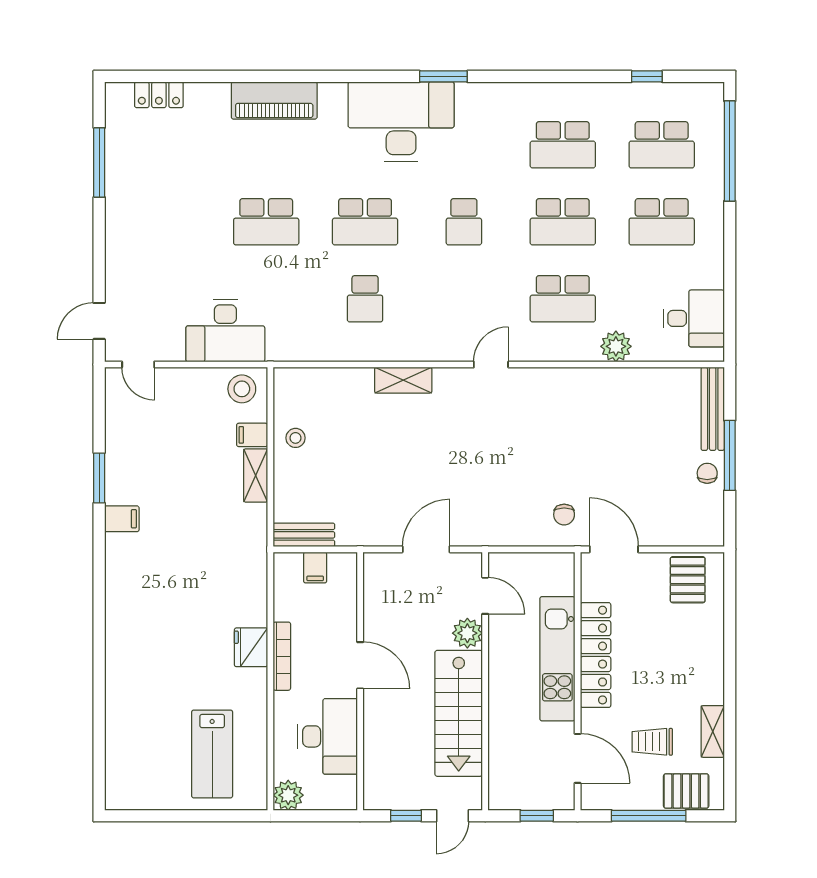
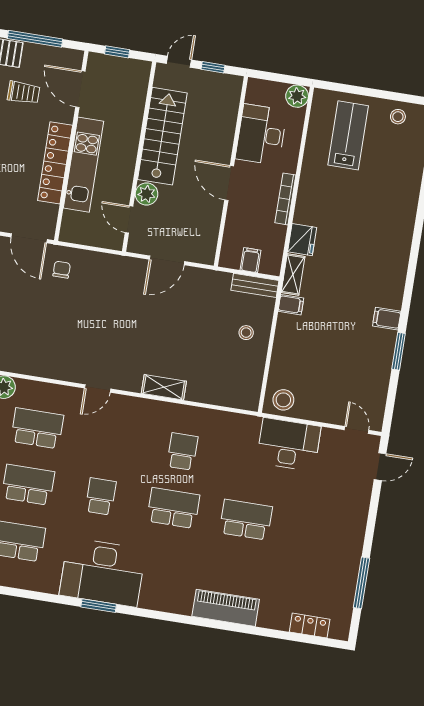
desk: (401, 121) -> (102, 572), moved
filing cabinet: (252, 435) -> (291, 305), moved
stool: (296, 438) -> (246, 333), moved
shelving: (256, 475) -> (293, 275), moved
fridge: (251, 647) -> (302, 240), moved
stool: (150, 789) -> (398, 117), added

